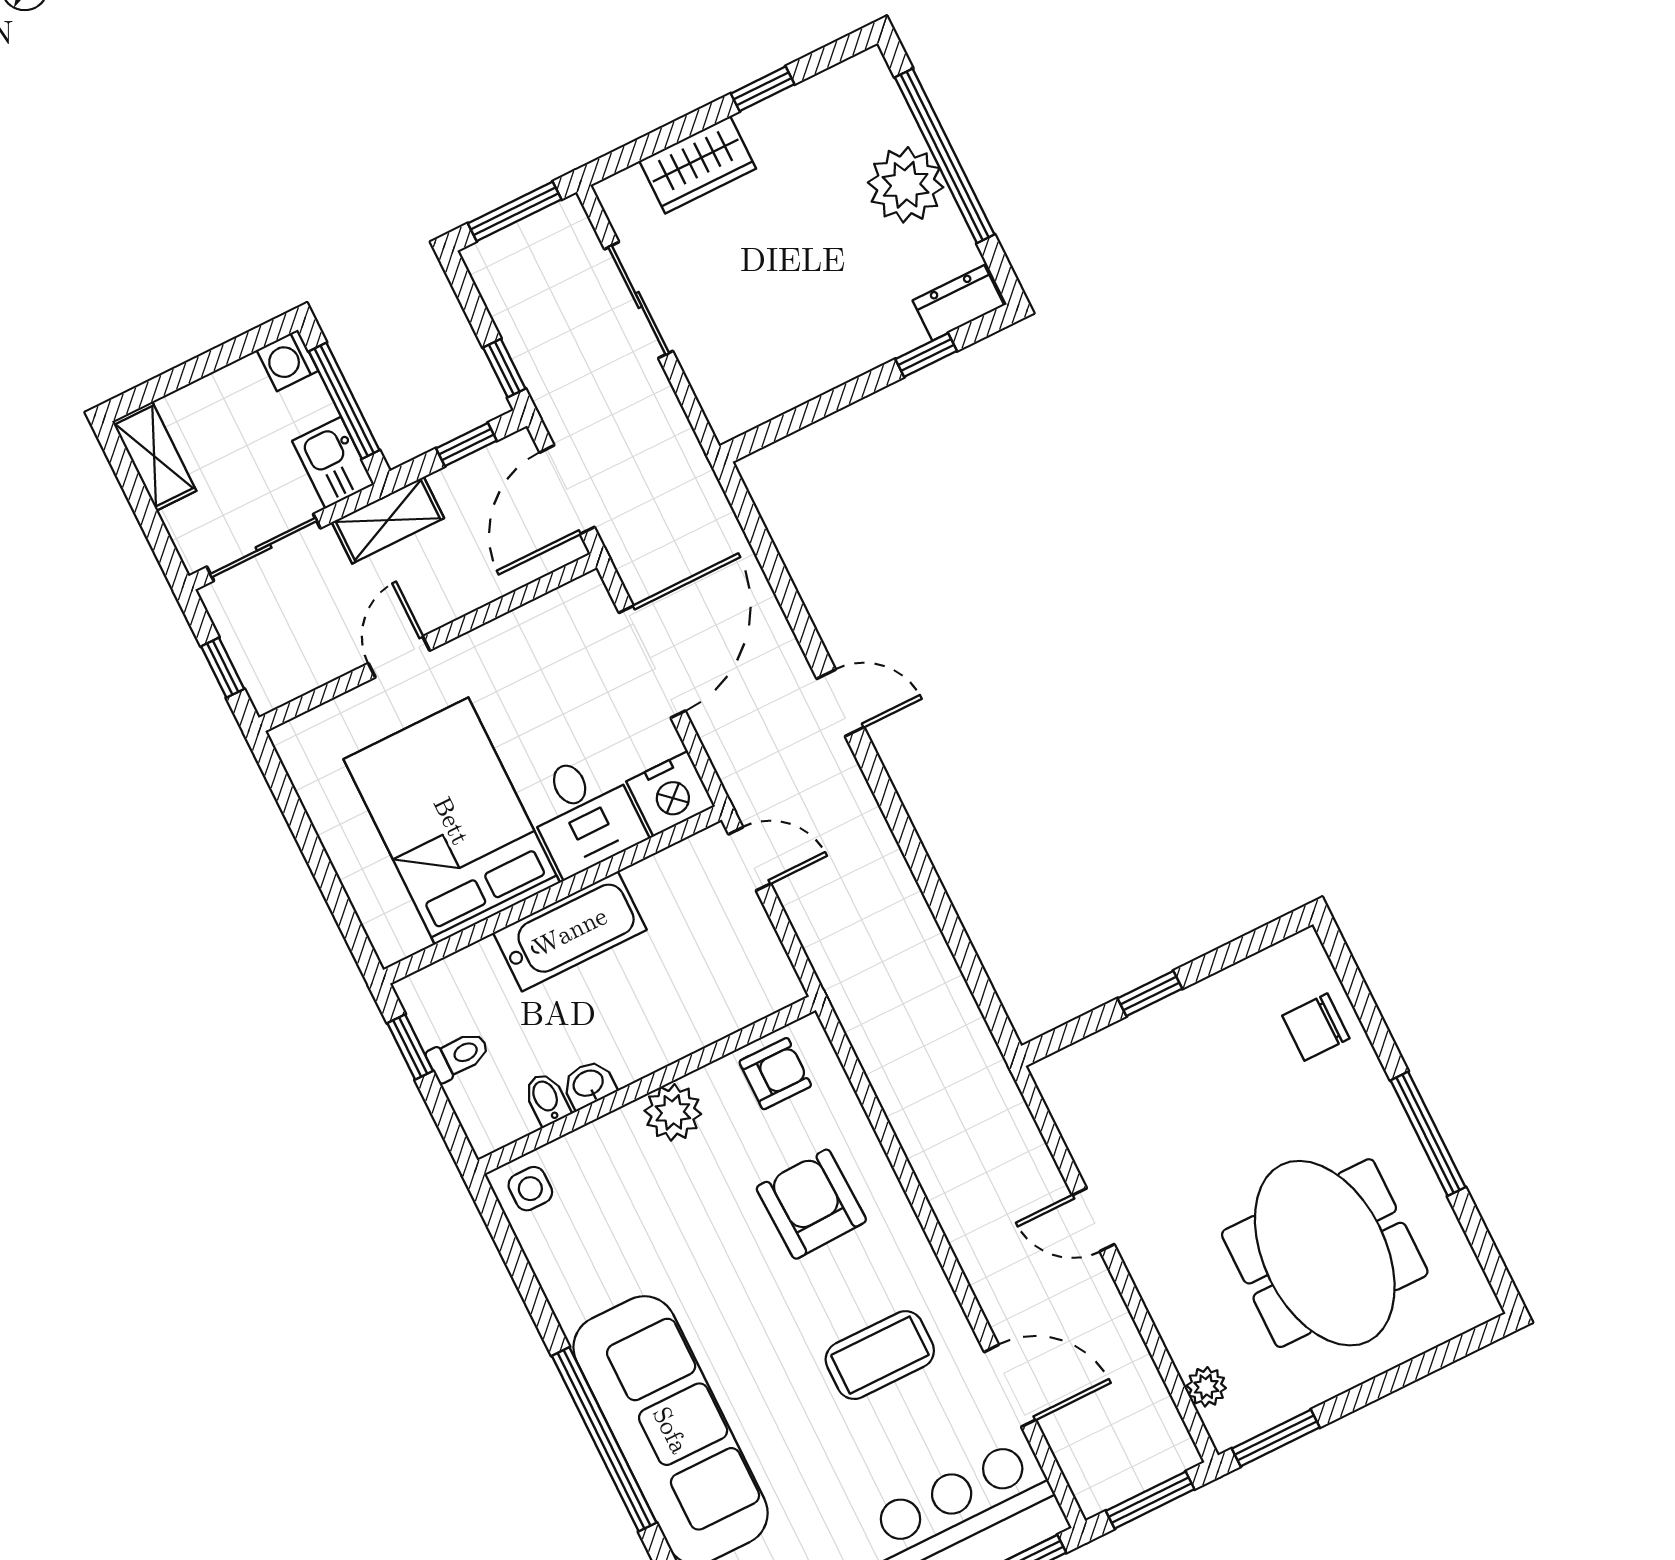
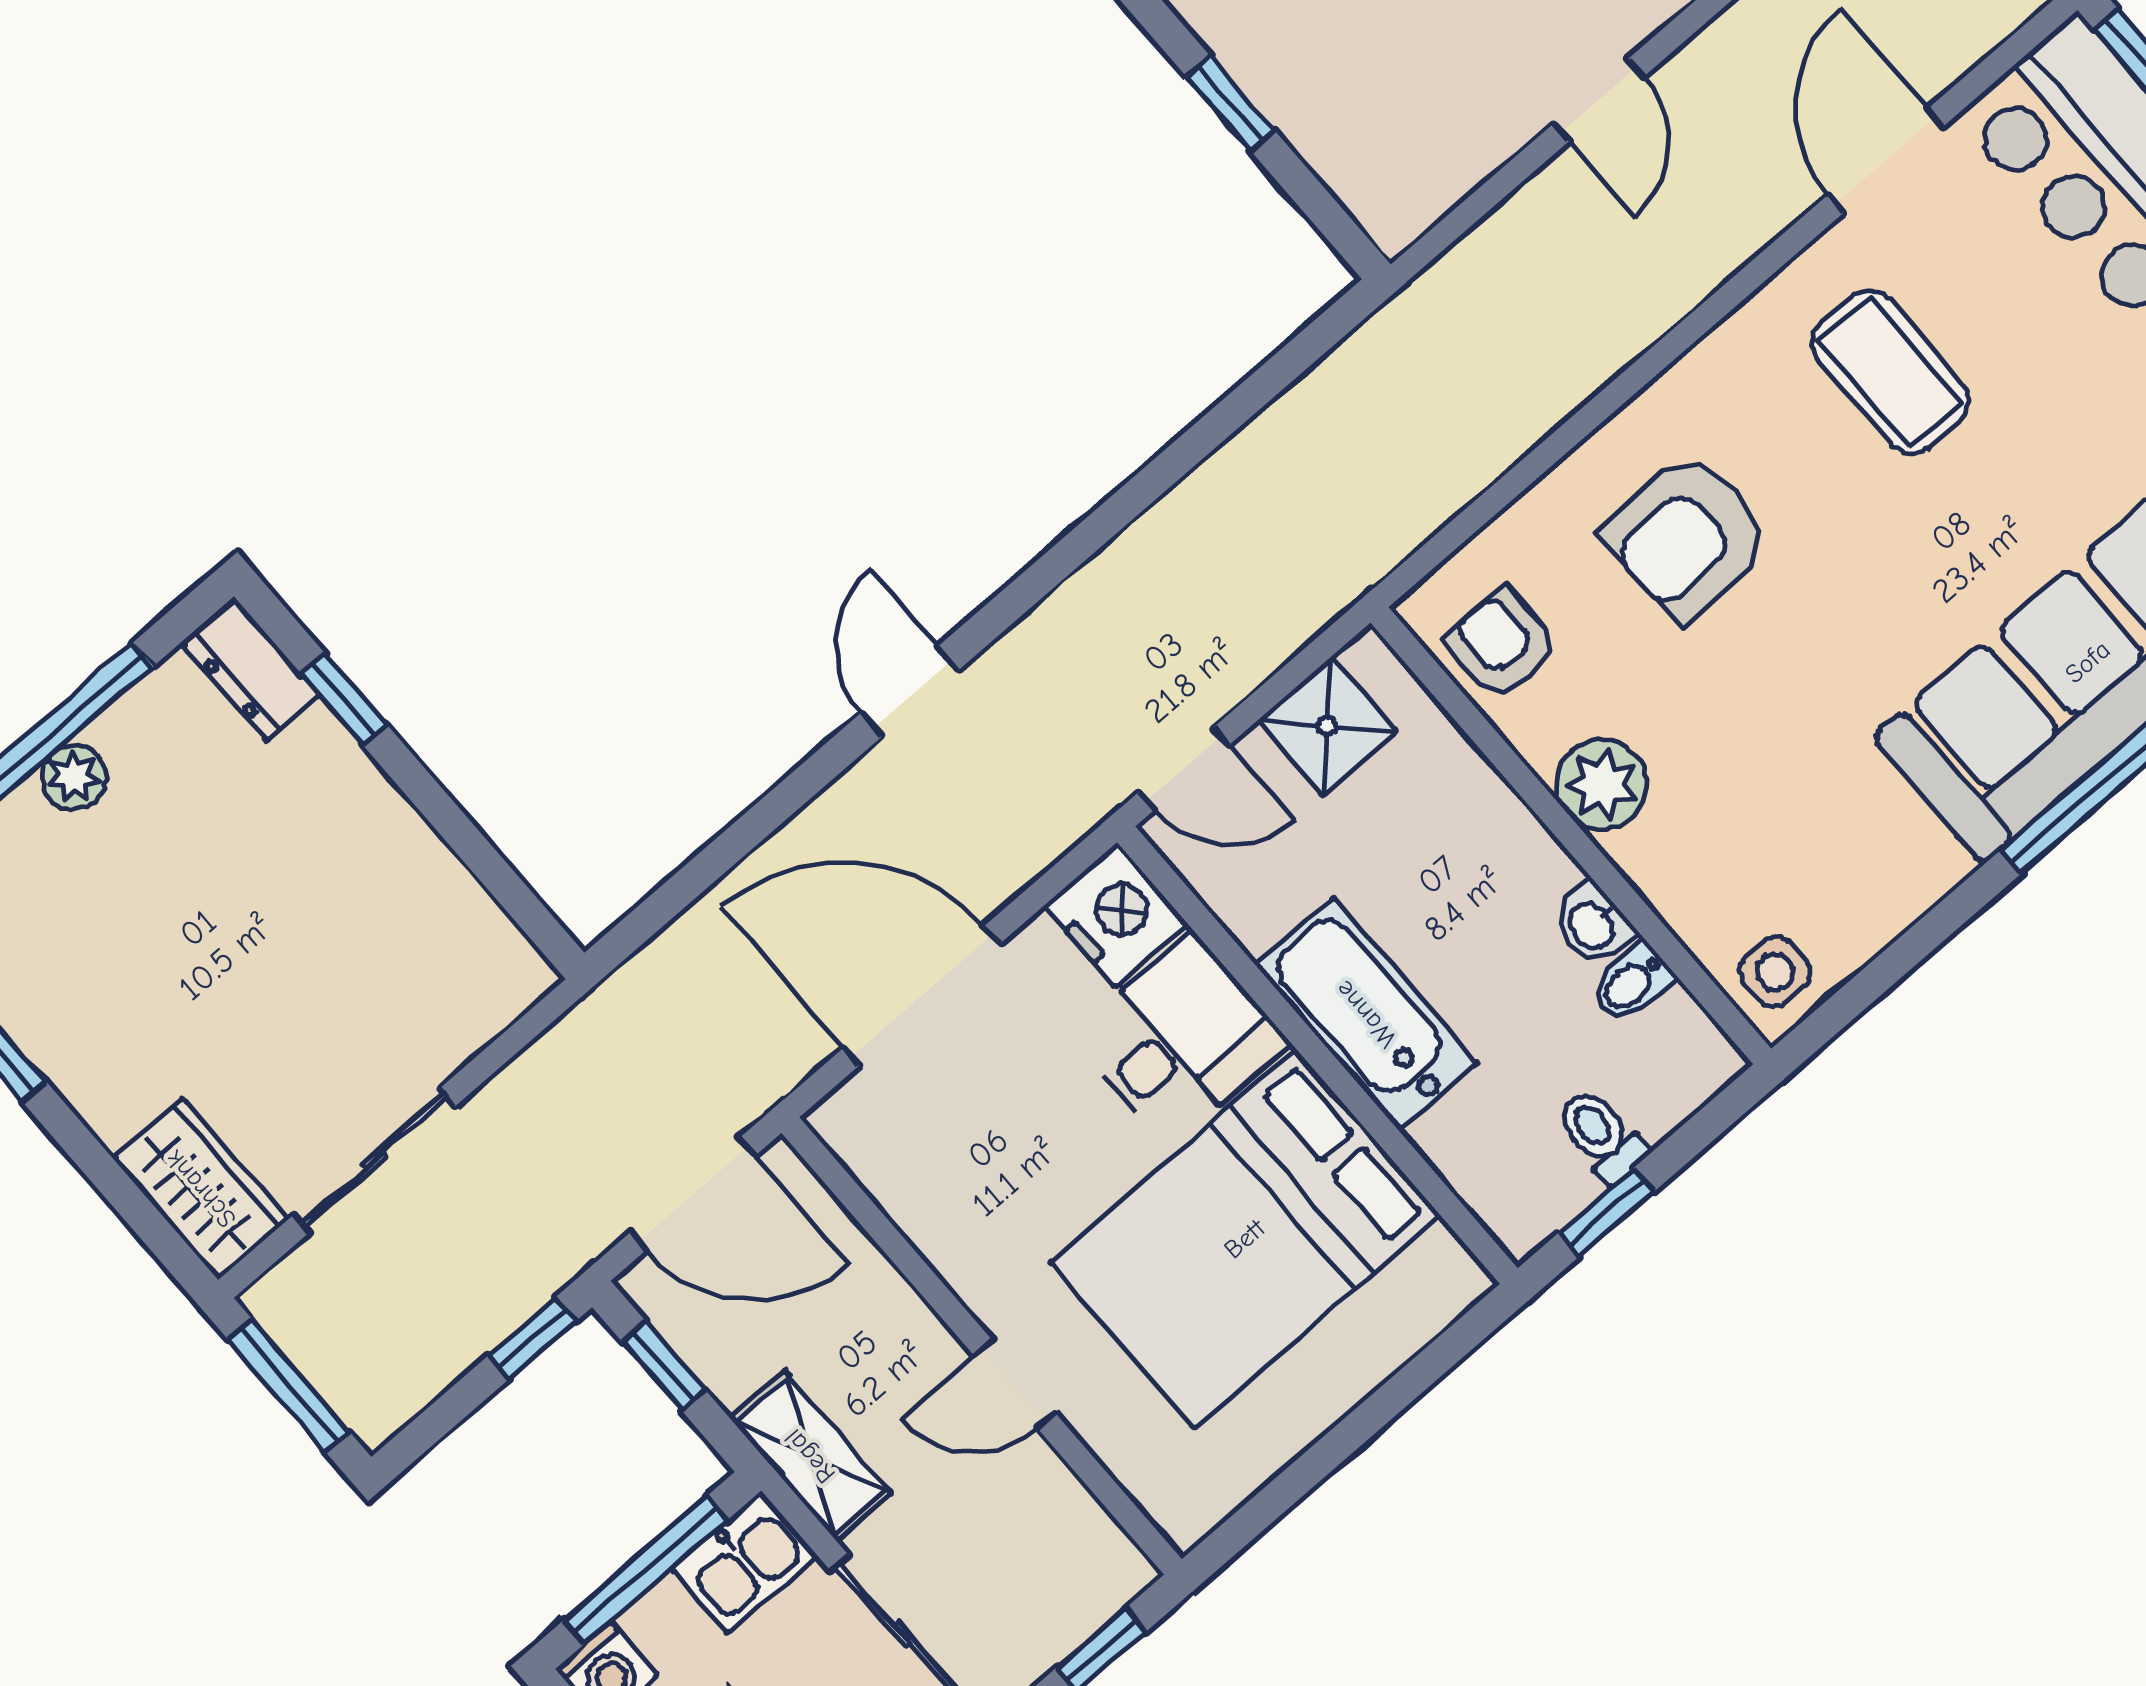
wardrobe: (698, 165) -> (201, 1189), moved
plant: (906, 185) -> (74, 777), width x0.53, depth x0.53
door: (750, 859) -> (1184, 768), swing flipped
shower: (753, 953) -> (1327, 726), added

